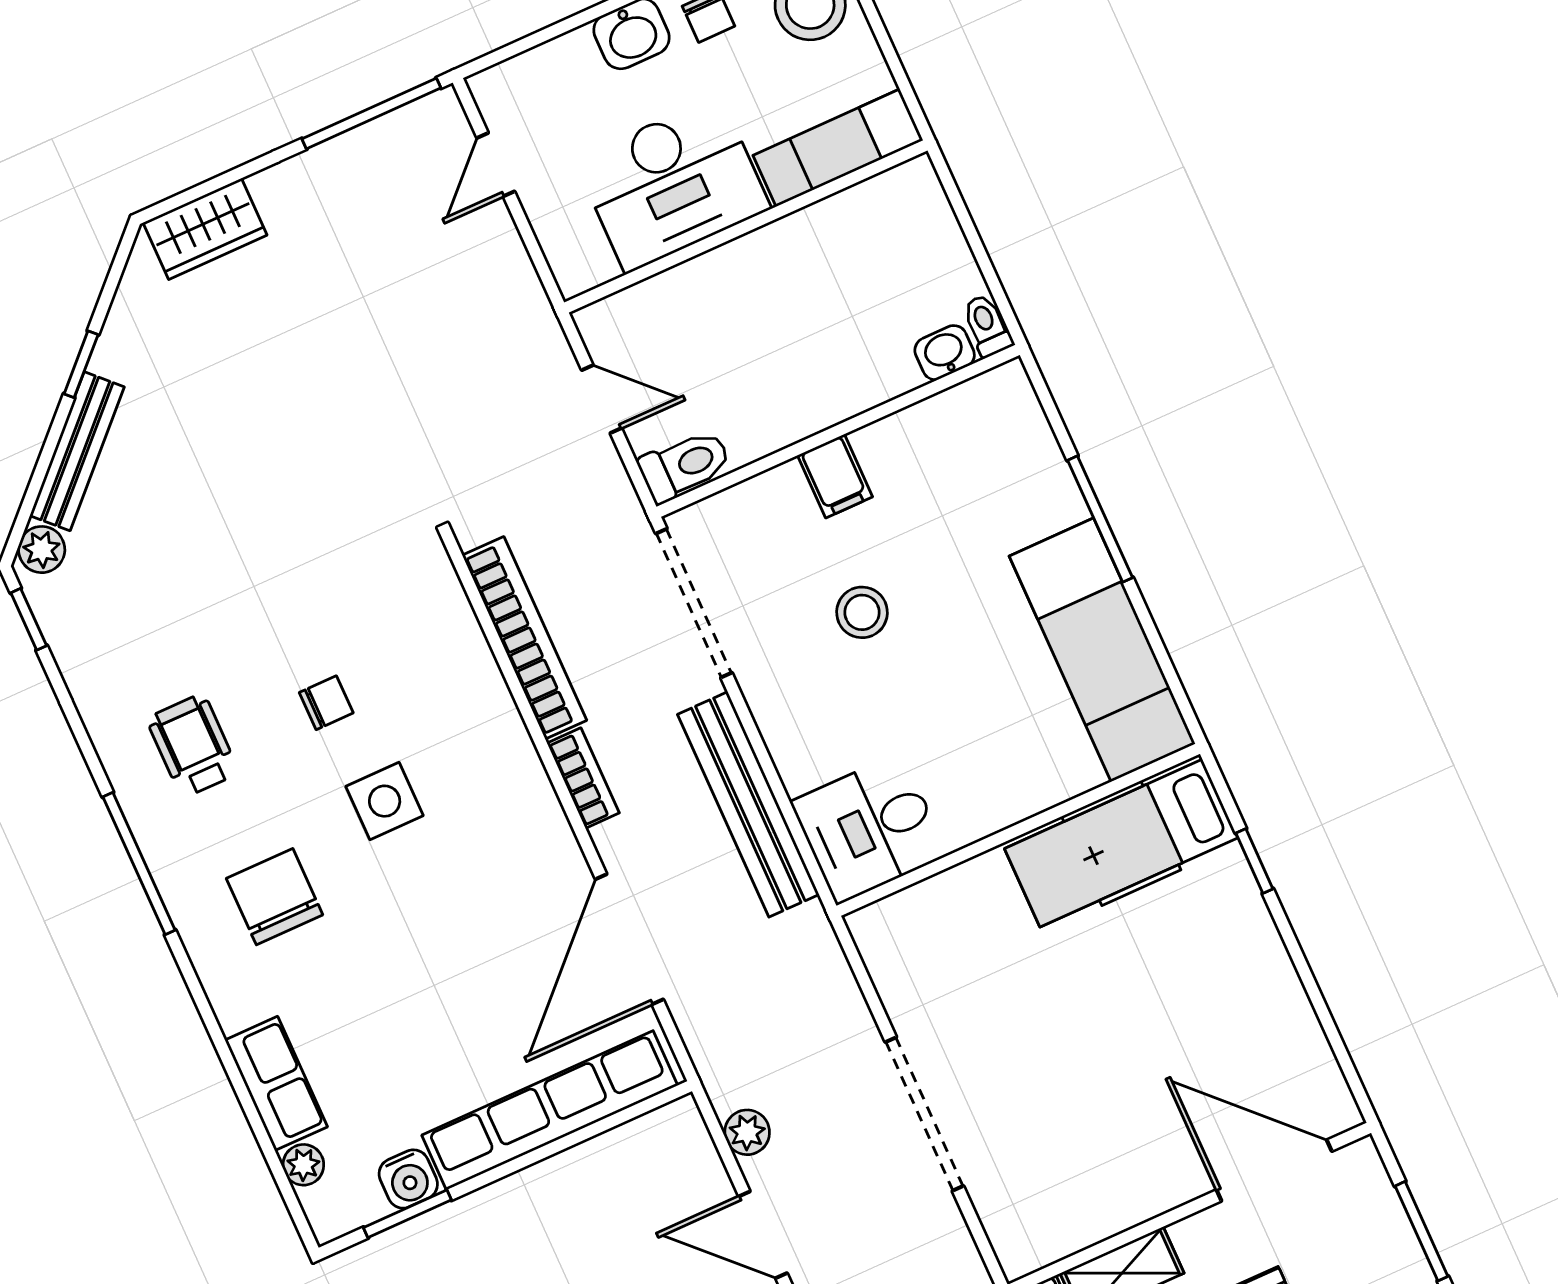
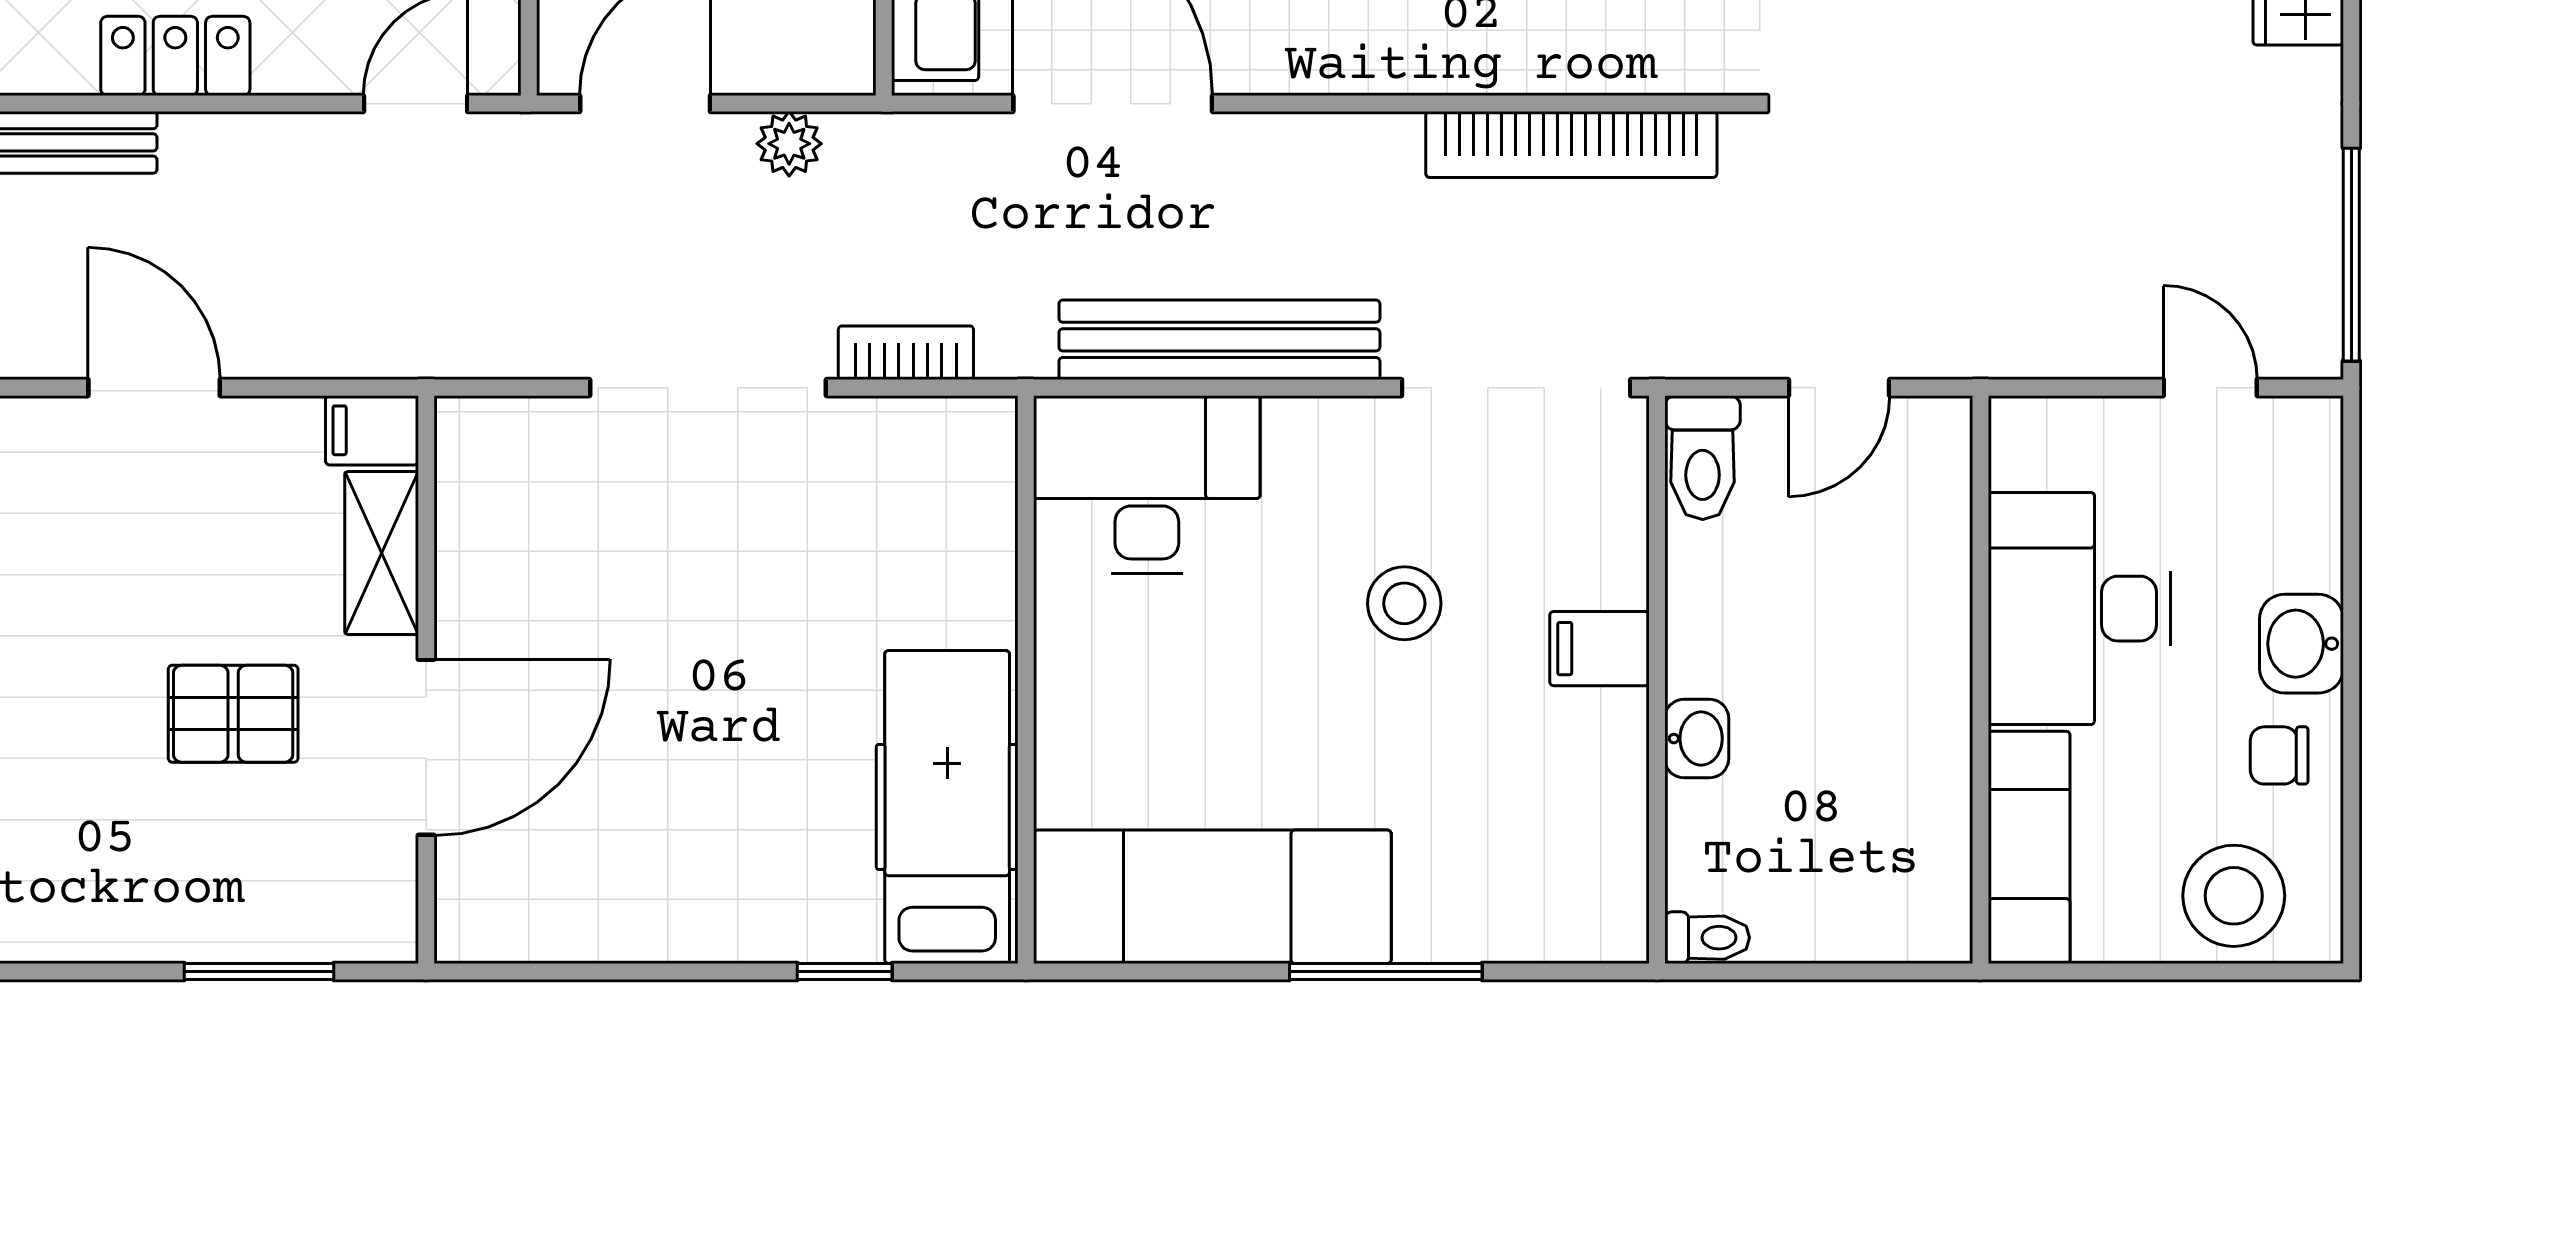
washbasin: (945, 353) -> (1697, 739), moved
bookcase: (583, 778) -> (906, 353), moved, turned 180
desk: (869, 828) -> (1147, 484), width x1.37
door: (1274, 1171) -> (426, 747), moved

